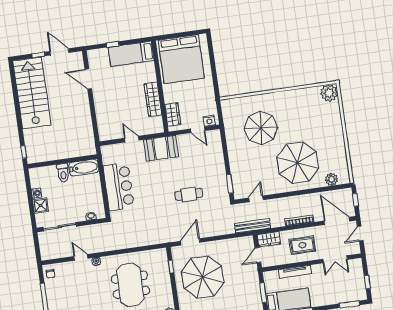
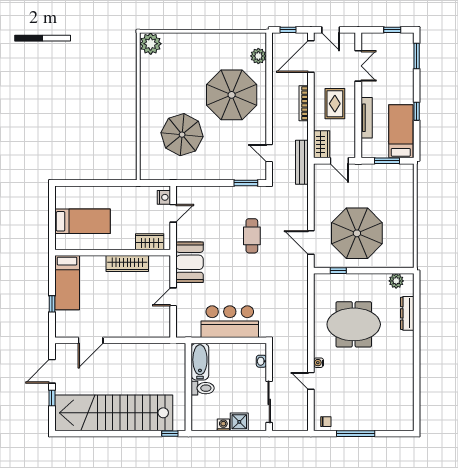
bed: (181, 59) -> (82, 221), width x0.49
stairs: (32, 93) -> (114, 413), width x1.36
door: (81, 257) -> (311, 381), hinge flipped

